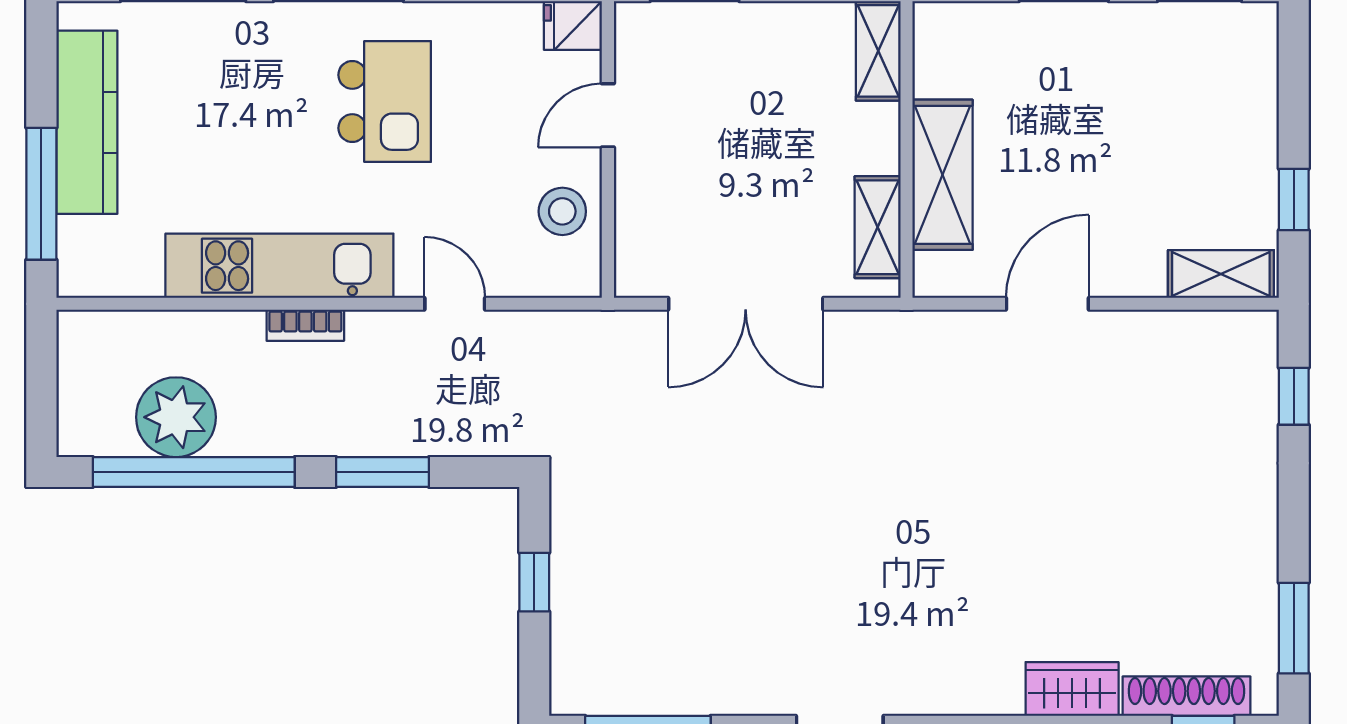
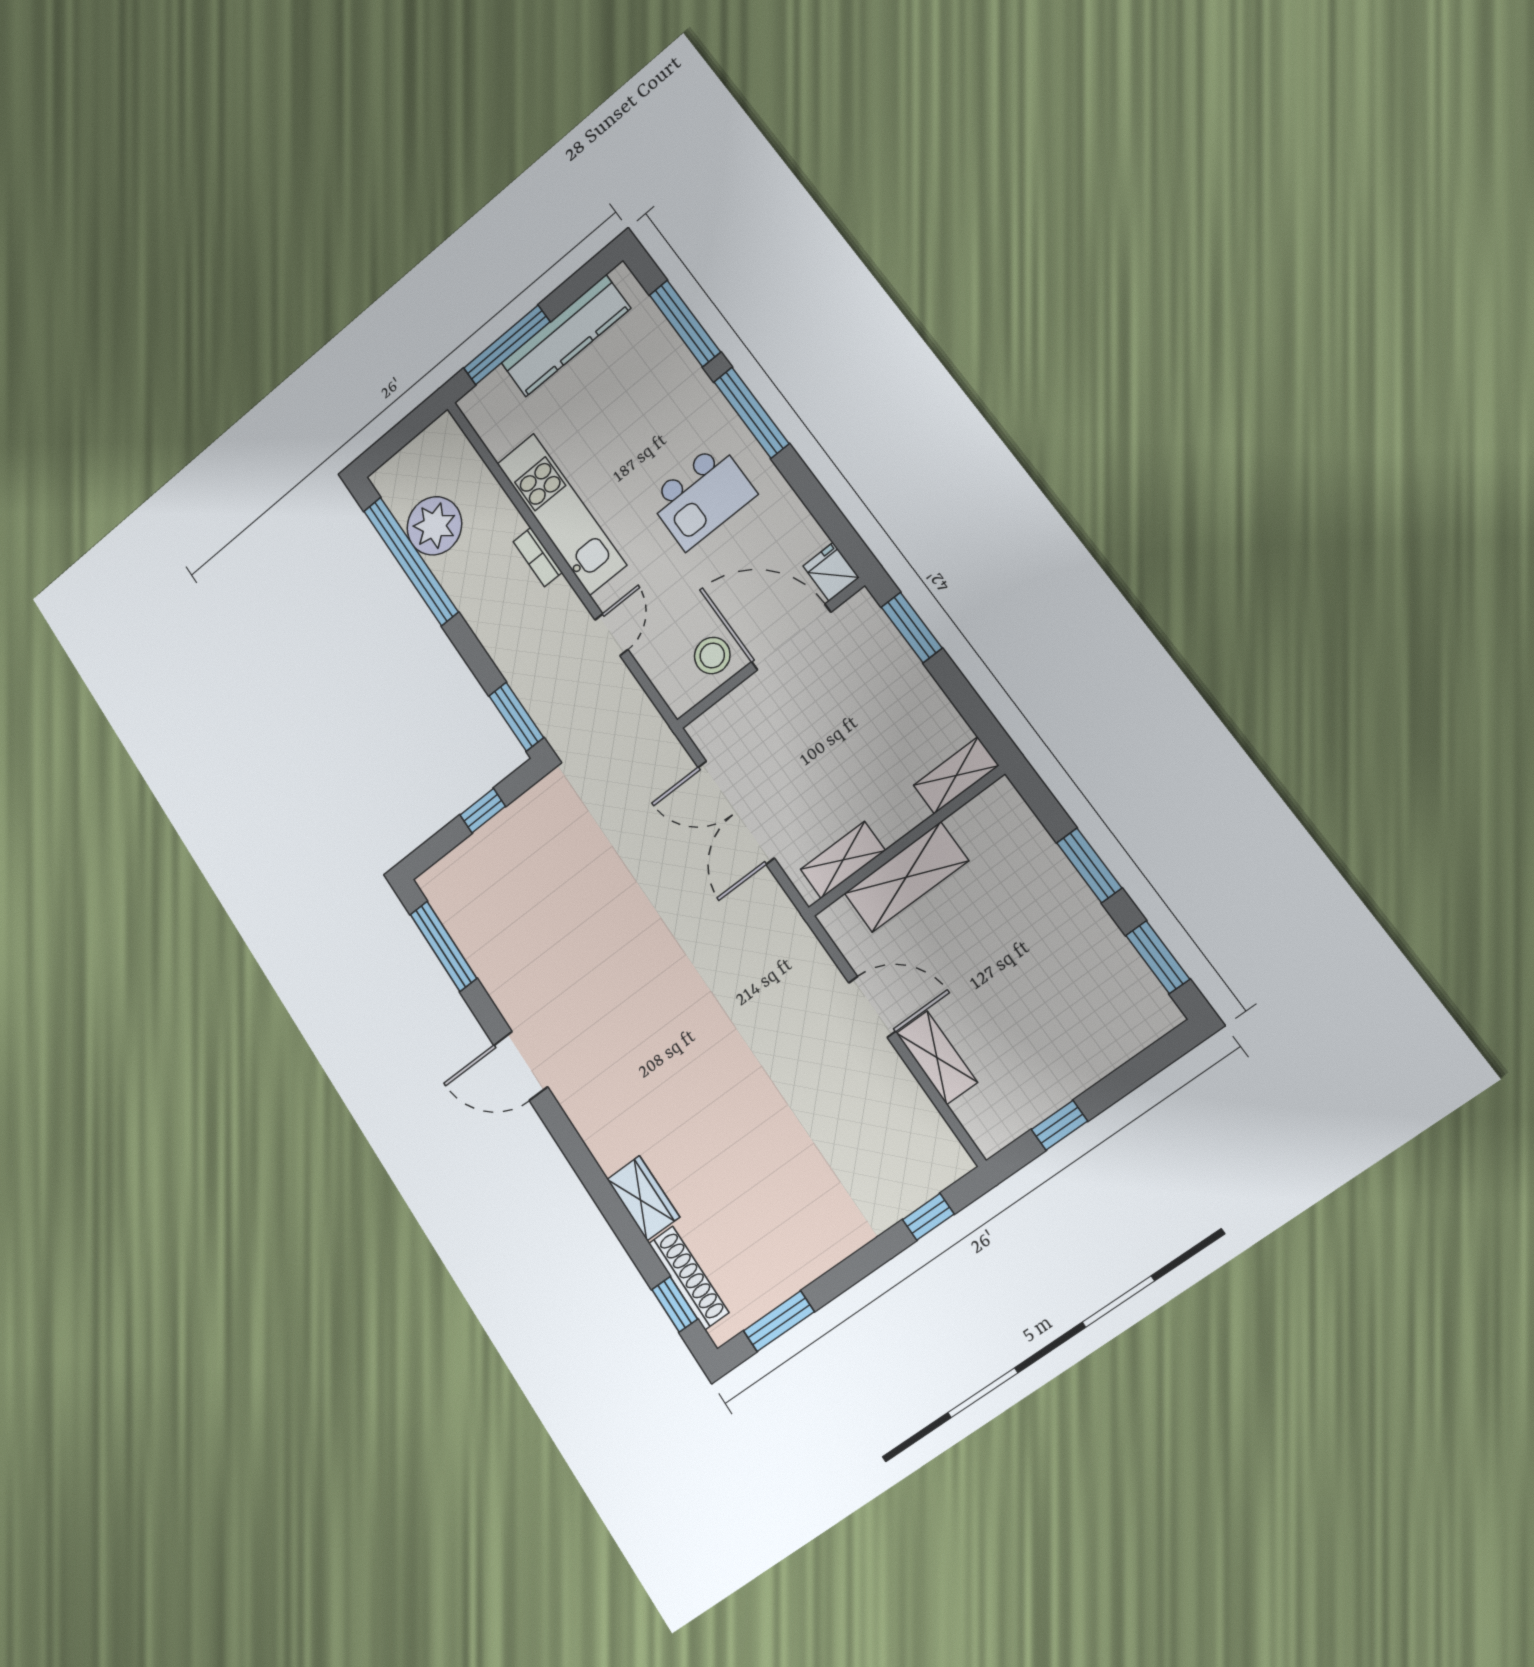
door: (608, 115) -> (791, 637), width x1.87
shelving: (1221, 274) -> (937, 1058), moved
window: (383, 472) -> (516, 717), moved

